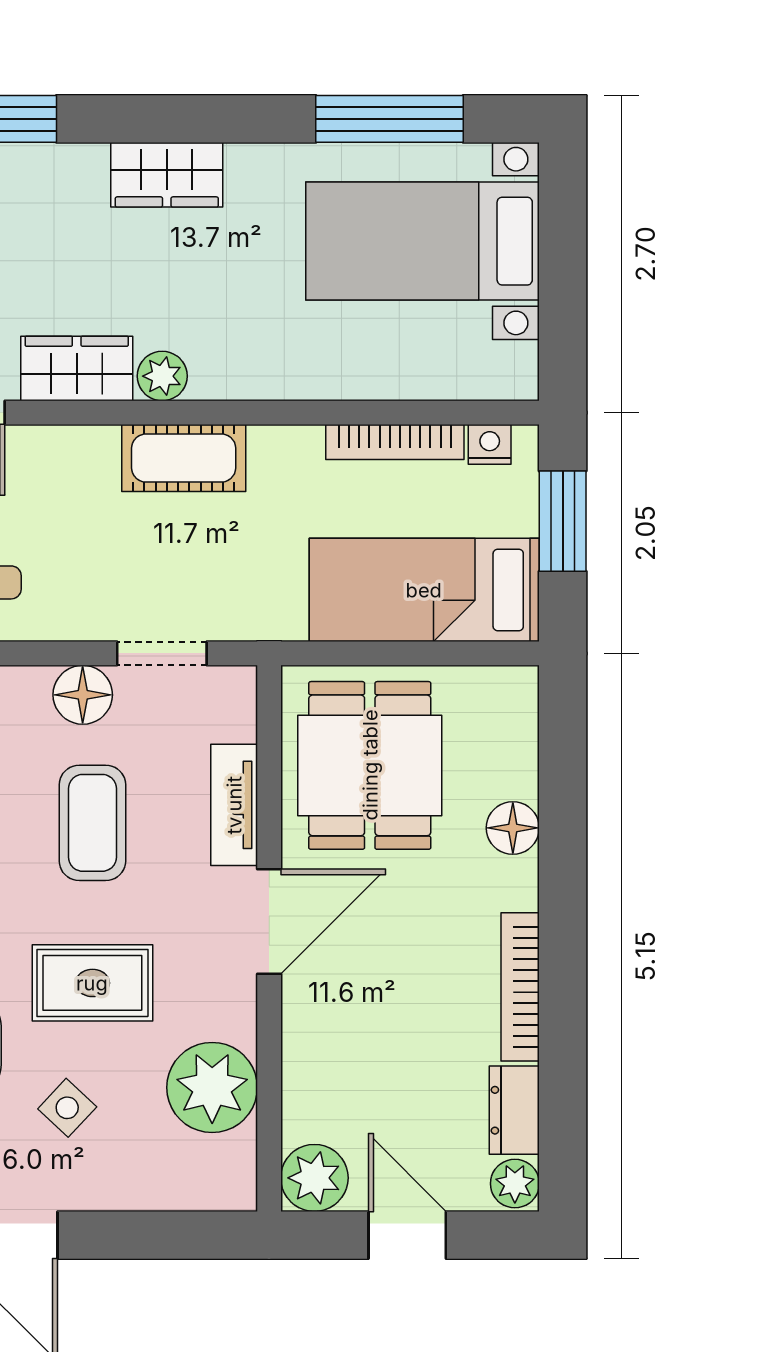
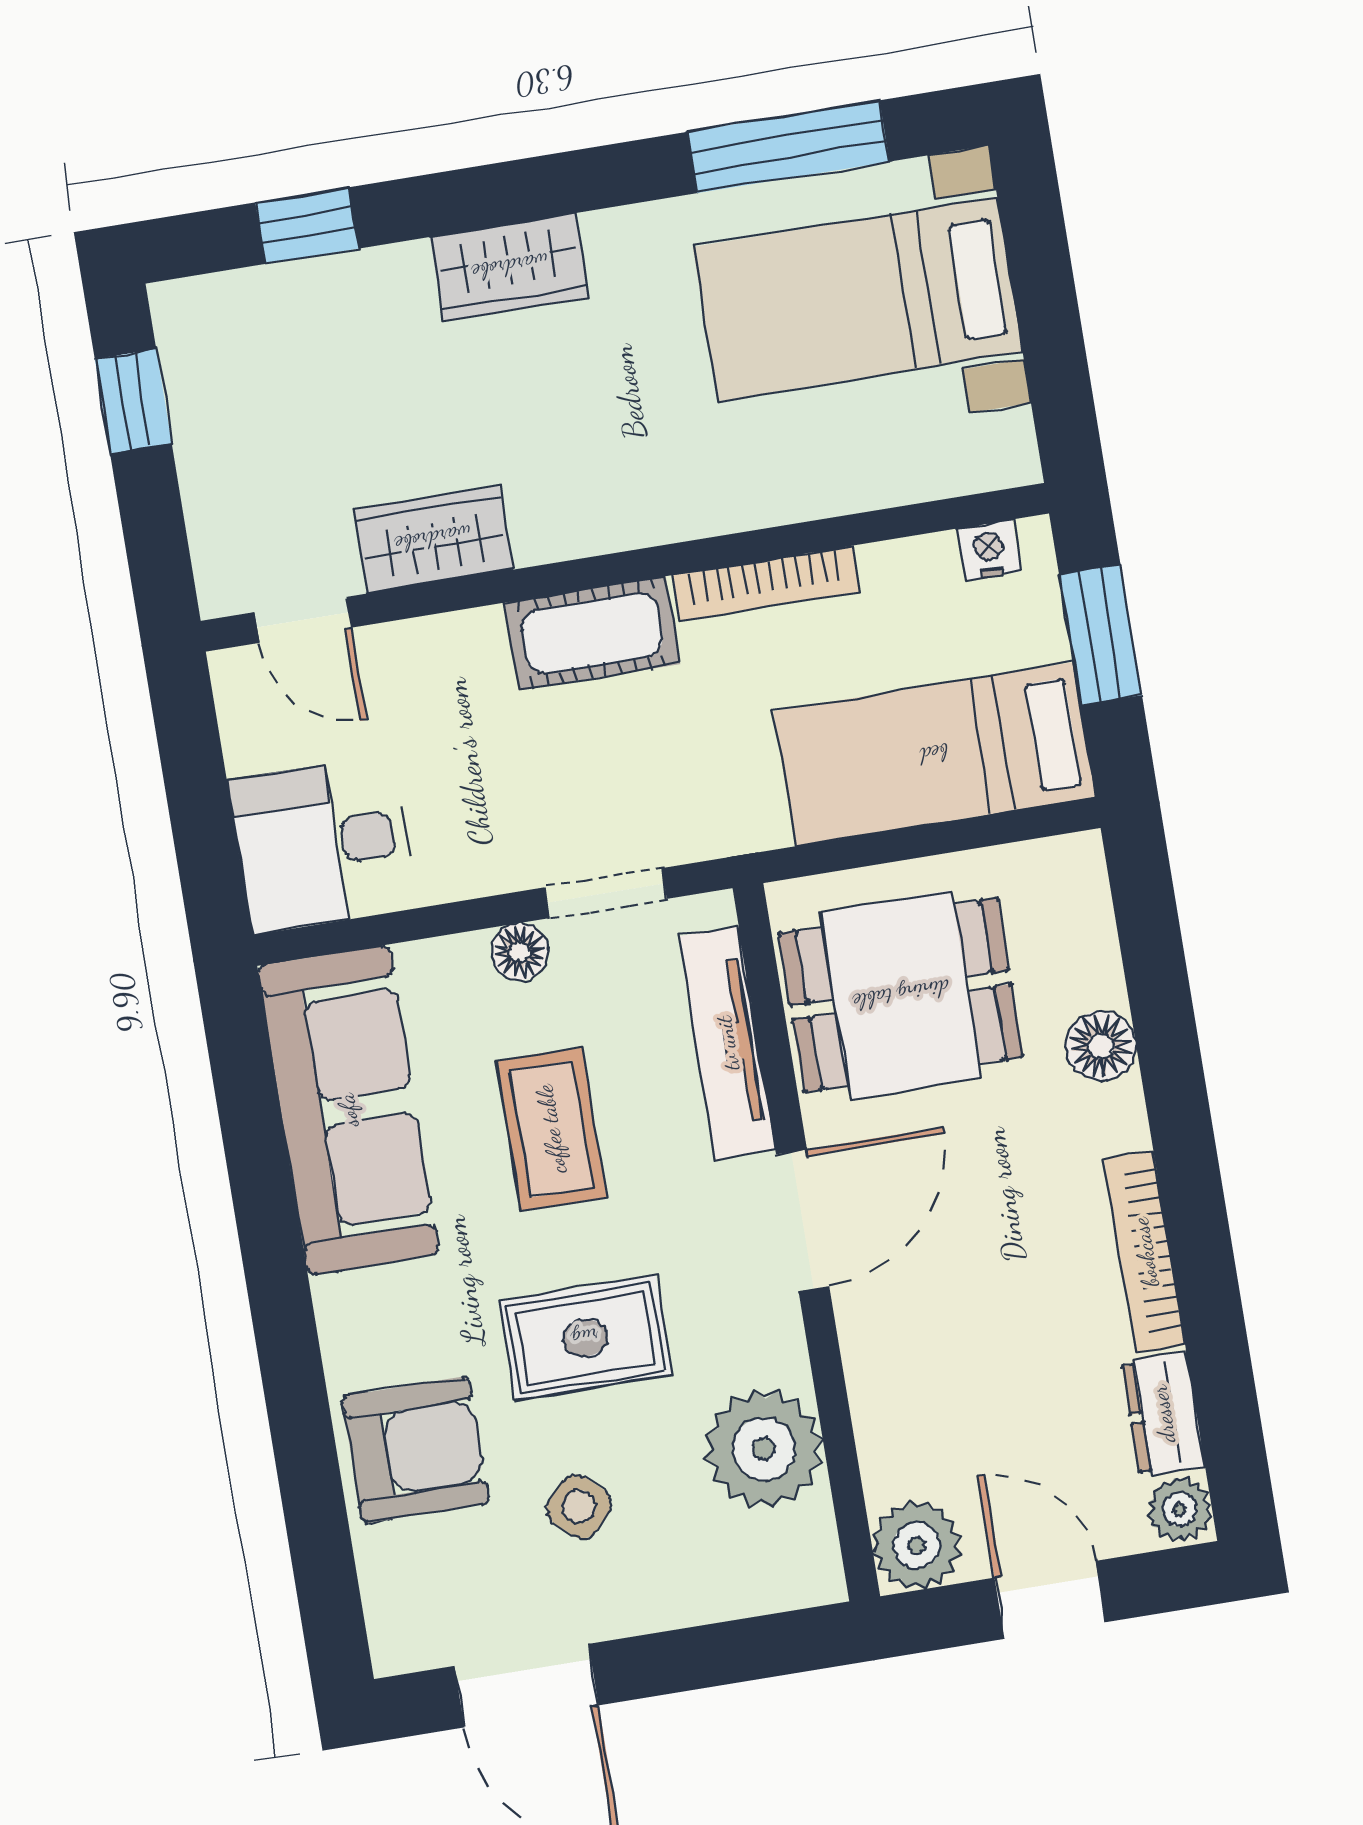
plant: (162, 376) -> (547, 531), removed
bookcase: (395, 442) -> (766, 584), moved
floor lamp: (83, 695) -> (520, 952), width x0.73, depth x0.73
dining table: (370, 765) -> (901, 995), turned 90
tv unit: (234, 805) -> (727, 1043), width x1.41

